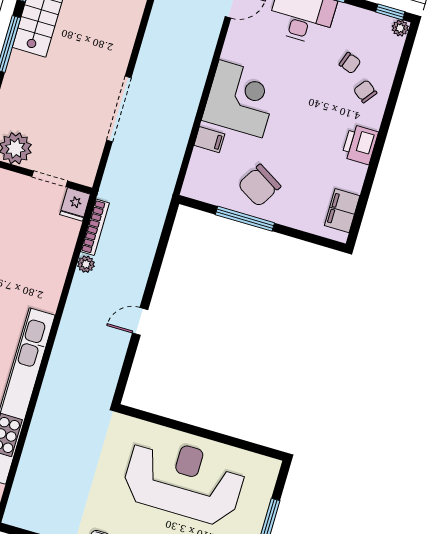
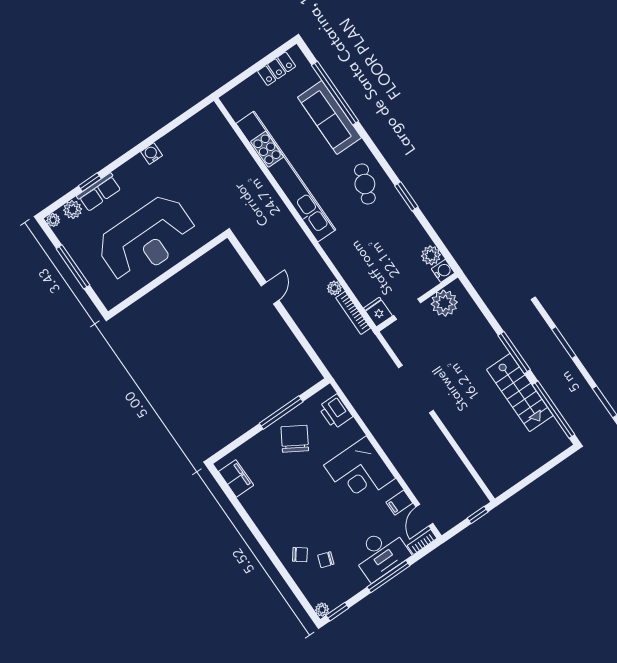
filing cabinet: (209, 140) -> (399, 503), moved
printer: (360, 144) -> (335, 412), moved, turned 180

